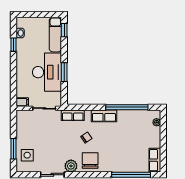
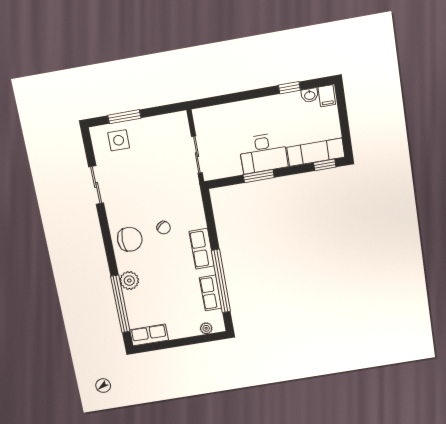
desk: (47, 72) -> (263, 153), width x0.73, depth x0.77
filing cabinet: (22, 102) -> (327, 96), moved
row of seats: (73, 115) -> (211, 293), moved
plant: (71, 166) -> (129, 281), moved

